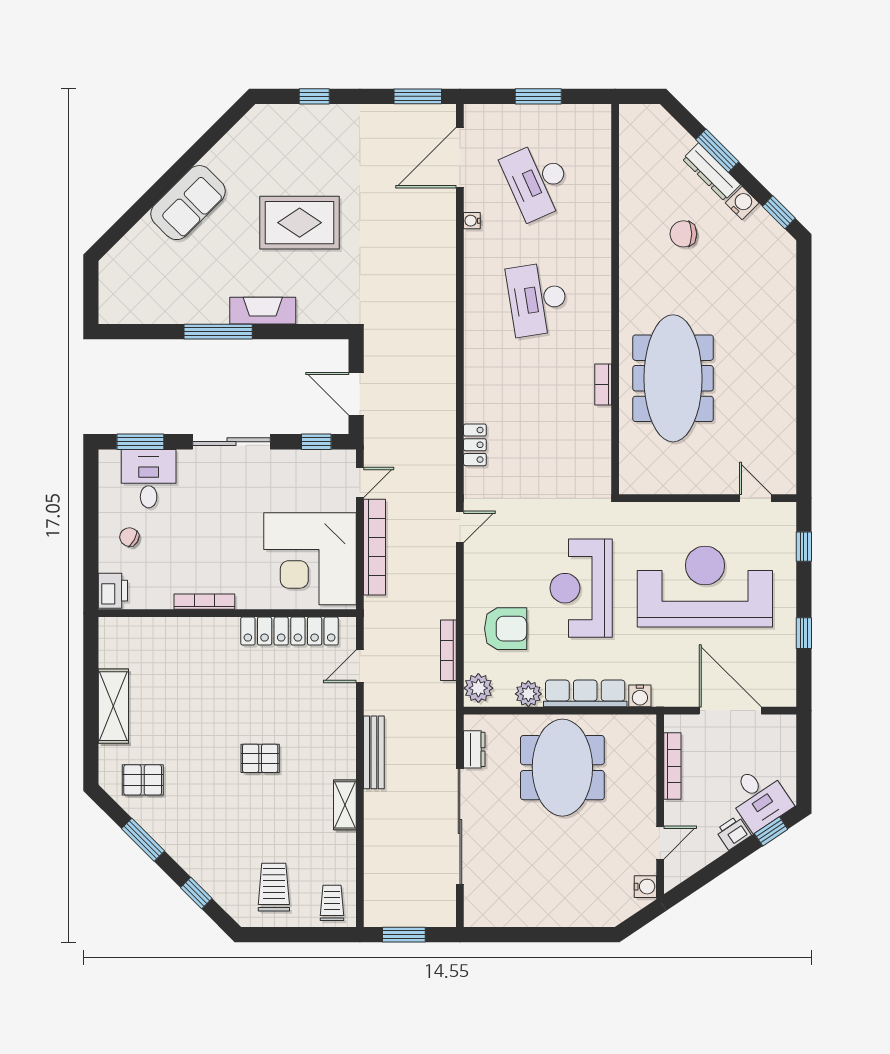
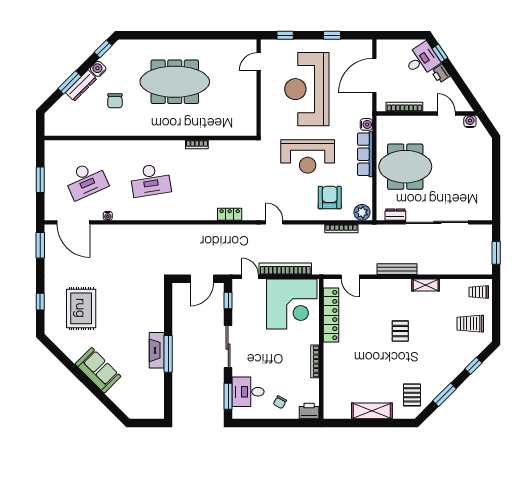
rug: (300, 223) -> (81, 308), moved
fireplace: (263, 311) -> (157, 350), moved
meeting table: (673, 378) -> (175, 82), moved
plant: (528, 694) -> (365, 185), removed

